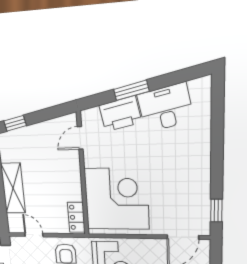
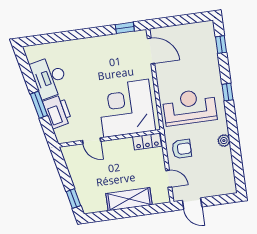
door: (80, 138) -> (92, 141), moved
door: (34, 235) -> (169, 179), swing flipped

